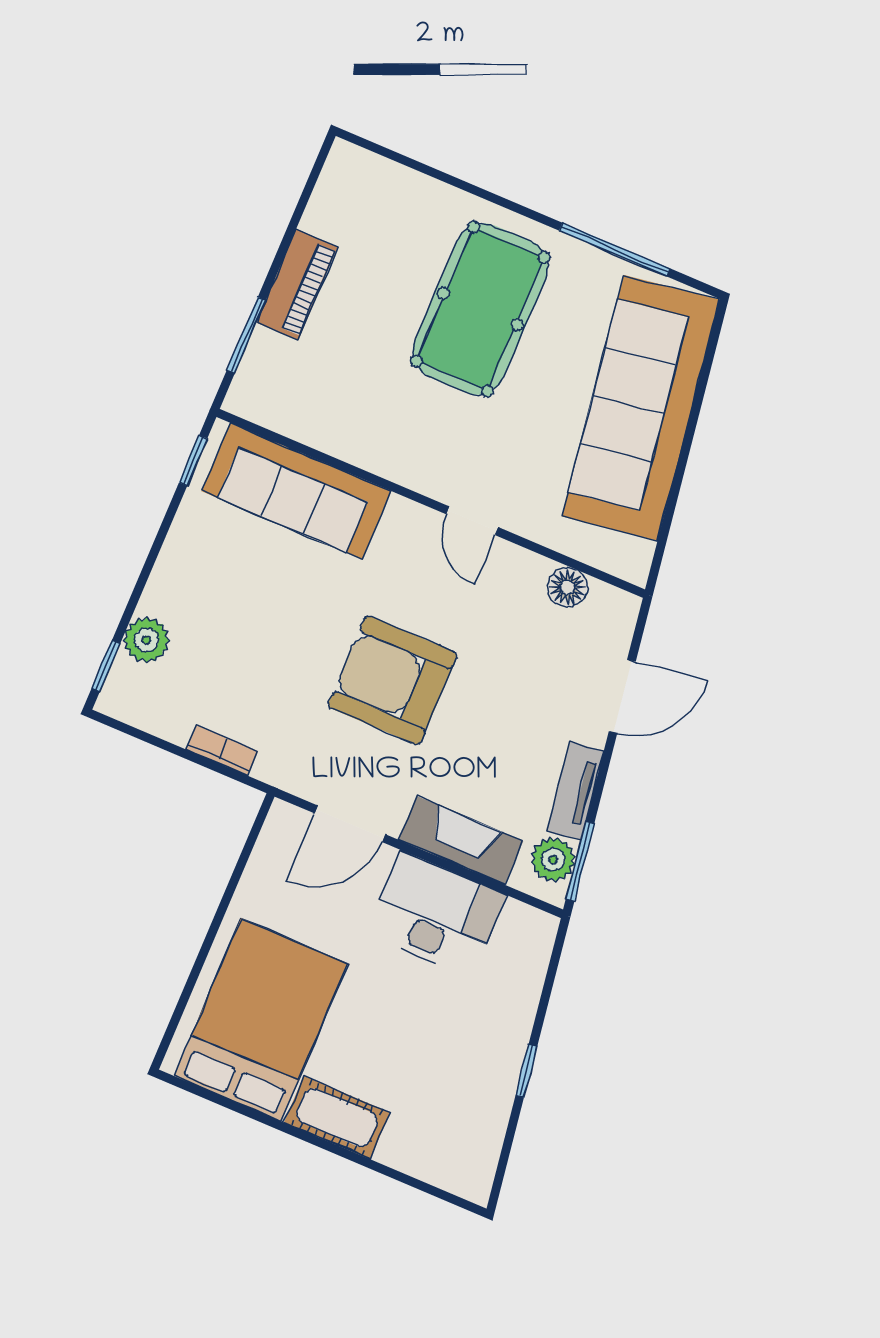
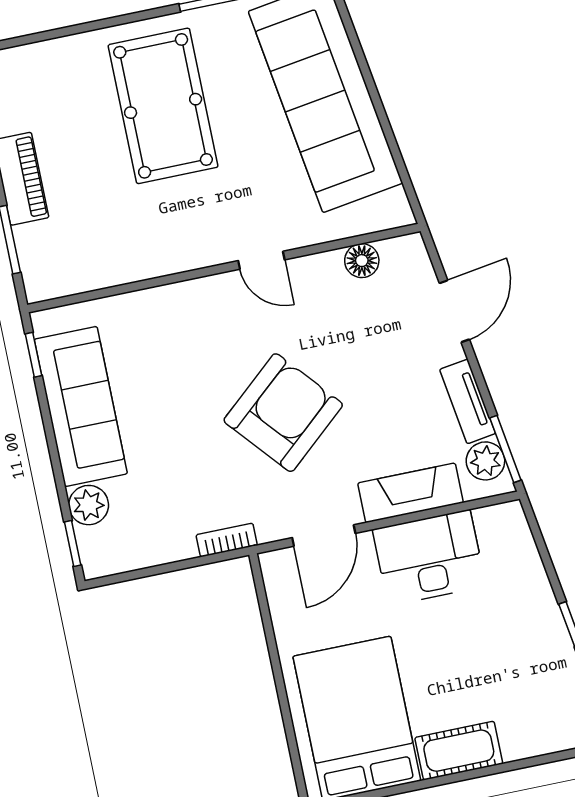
sofa: (296, 491) -> (81, 406), moved, turned -90
armchair: (393, 680) -> (283, 413), turned 139
bookcase: (222, 750) -> (227, 540), moved

